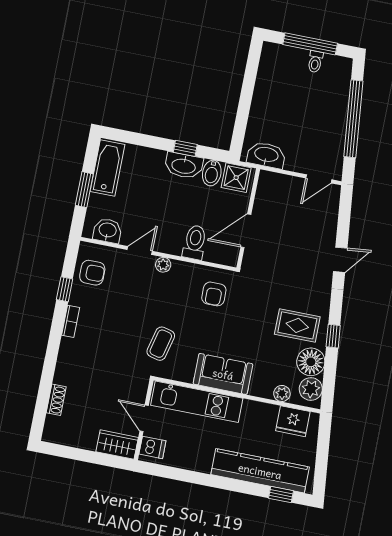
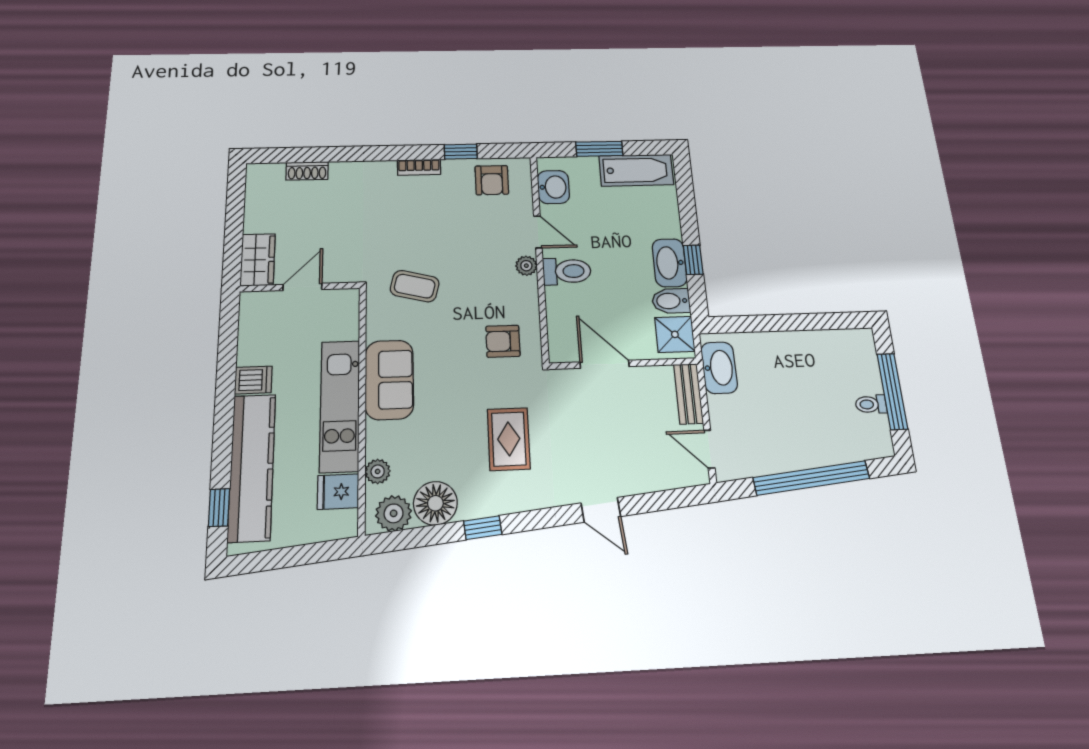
bench: (279, 181) -> (688, 394), added
toilet: (195, 242) -> (567, 271), moved
rug: (297, 325) -> (509, 439), moved
kitchen unit: (197, 402) -> (340, 406), moved
fridge: (293, 421) -> (338, 492), width x0.72
dishwasher: (152, 447) -> (253, 380), moved, turned -90

